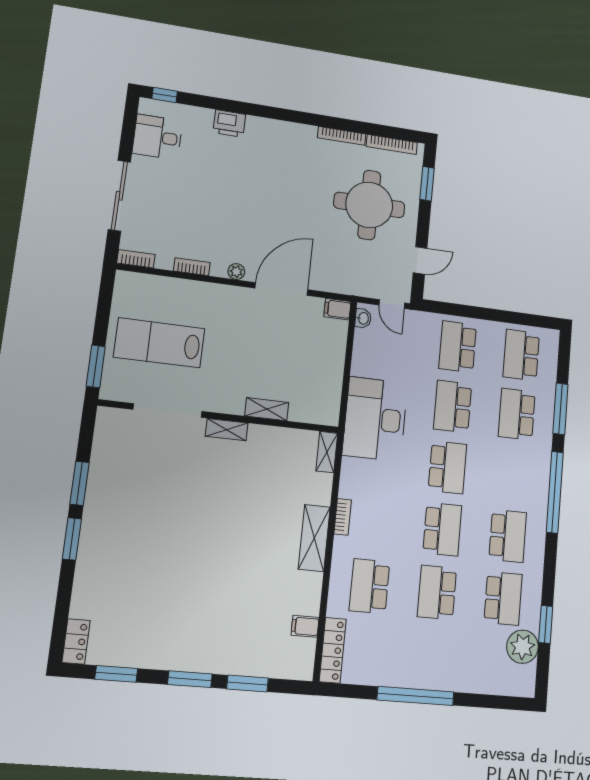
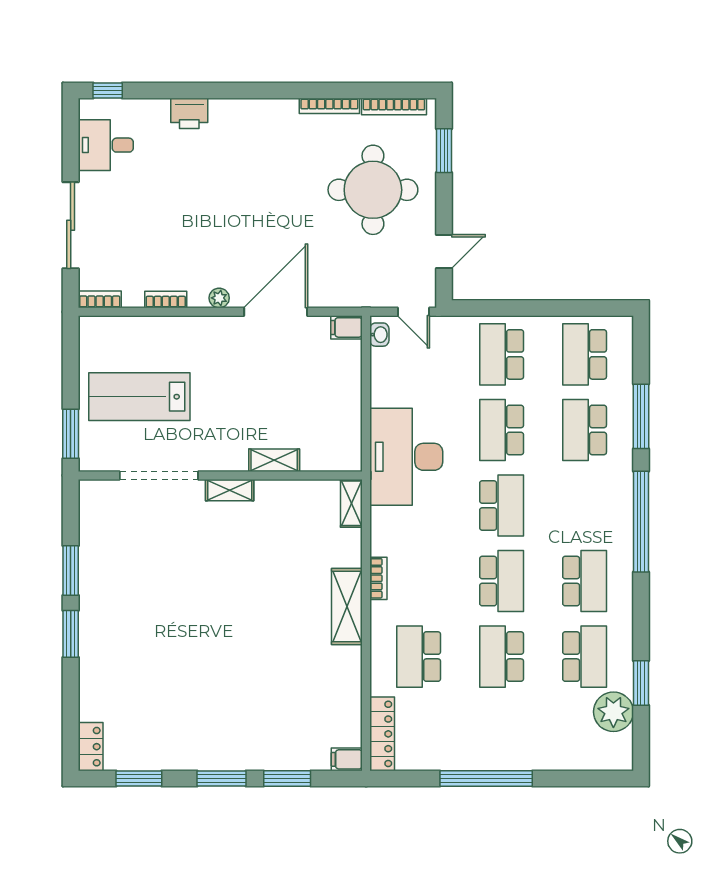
filing cabinet: (305, 626) -> (347, 759), moved

